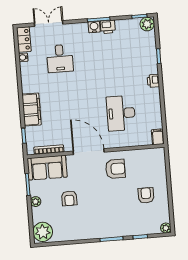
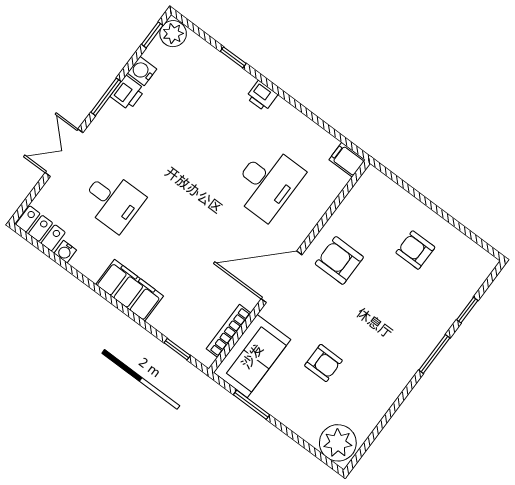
double door: (49, 24) -> (64, 153), moved
water cooler: (94, 27) -> (142, 71), moved
filing cabinet: (32, 110) -> (130, 290), moved
desk: (121, 113) -> (267, 183), turned -90
armchair: (115, 169) -> (339, 260), turned -90
plant: (36, 202) -> (286, 415), removed
plant: (166, 228) -> (487, 263), removed

